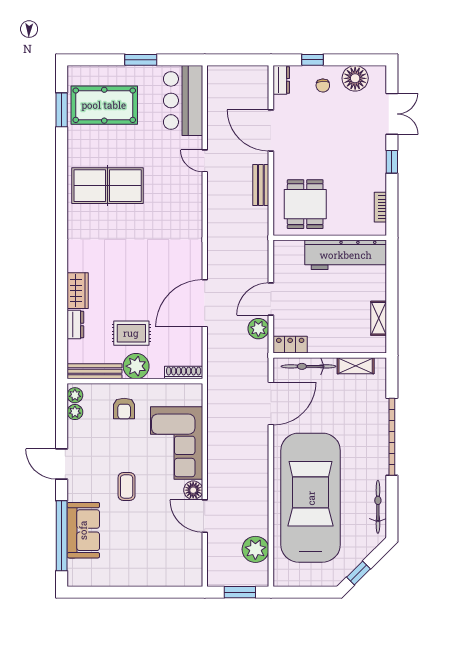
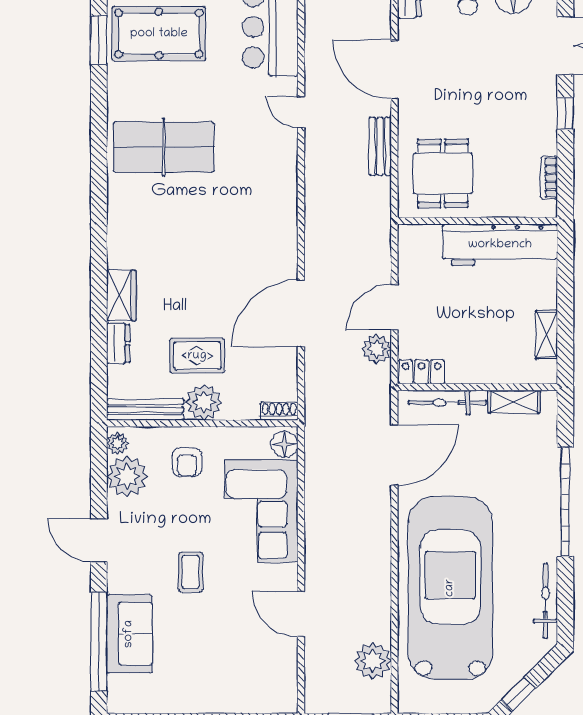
shoe rack: (184, 373) -> (279, 411), width x0.70
plant: (75, 412) -> (127, 477), width x1.88, depth x1.88
floor lamp: (193, 490) -> (285, 444), moved

